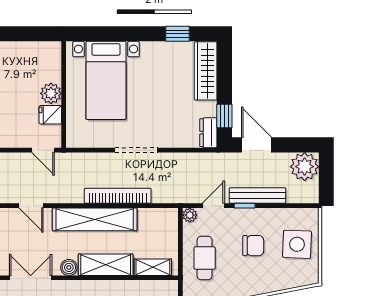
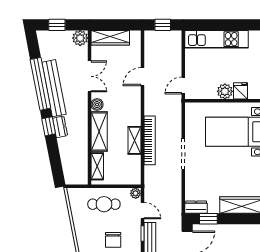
fridge: (50, 115) -> (241, 91), moved
shelving: (95, 219) -> (135, 140), width x0.45, depth x0.75

